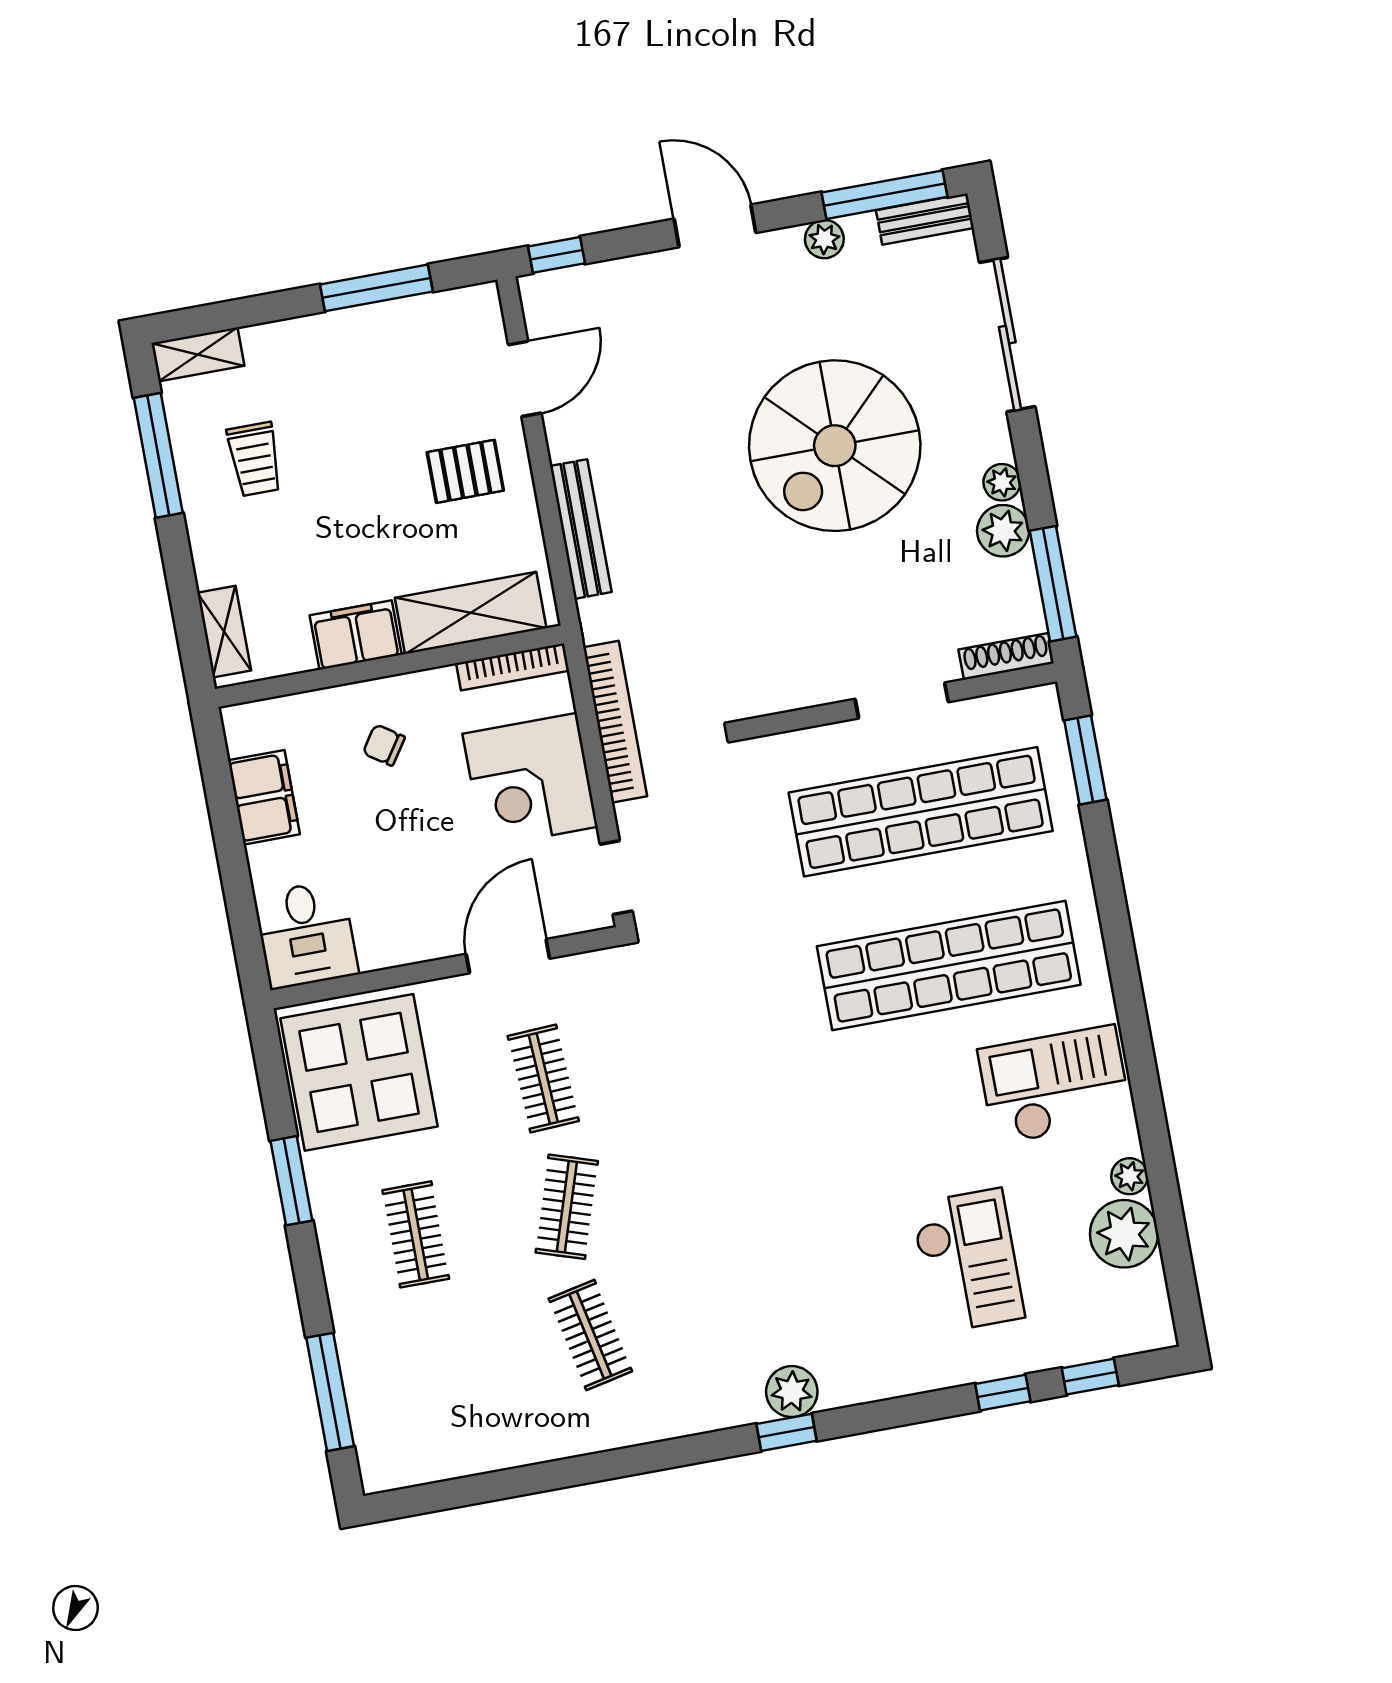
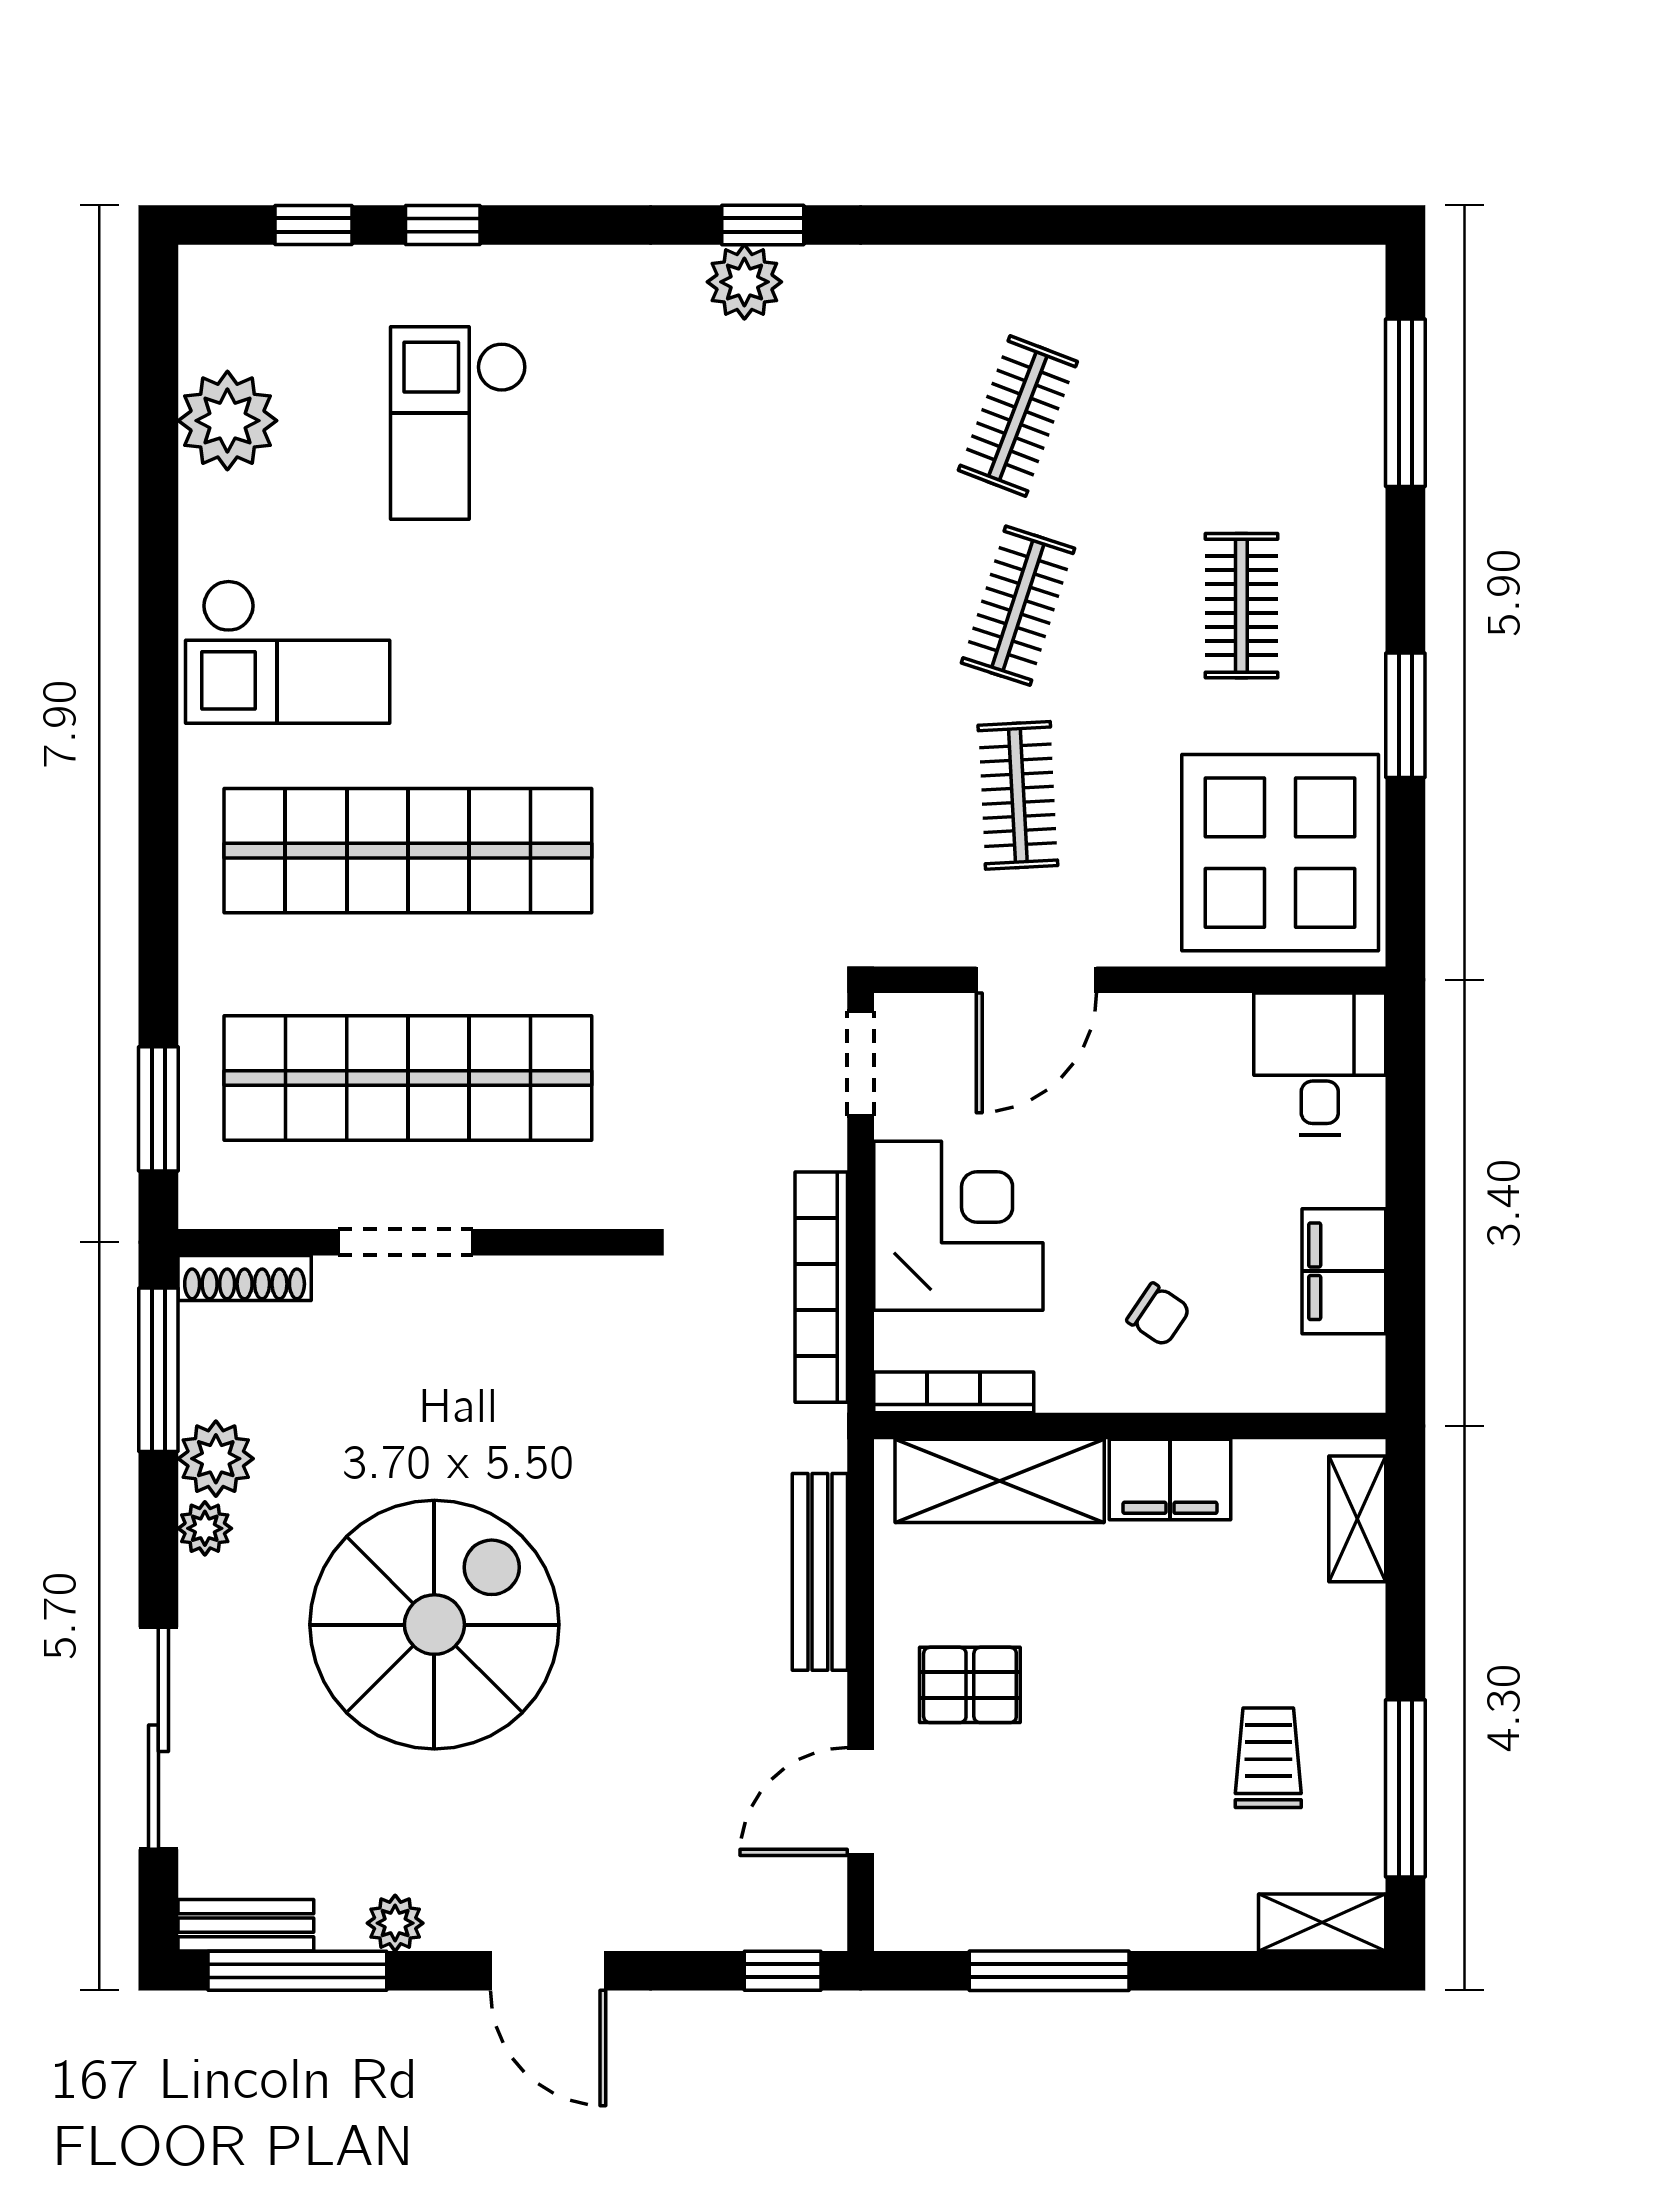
plant: (1130, 1176) -> (204, 502), removed
clothes rail: (590, 1335) -> (1018, 416), turned 33

